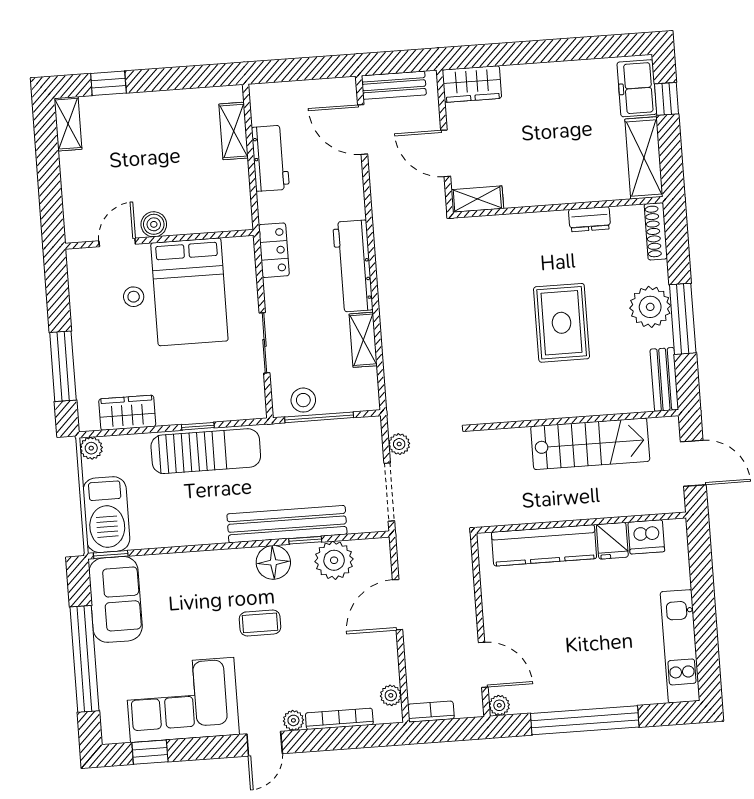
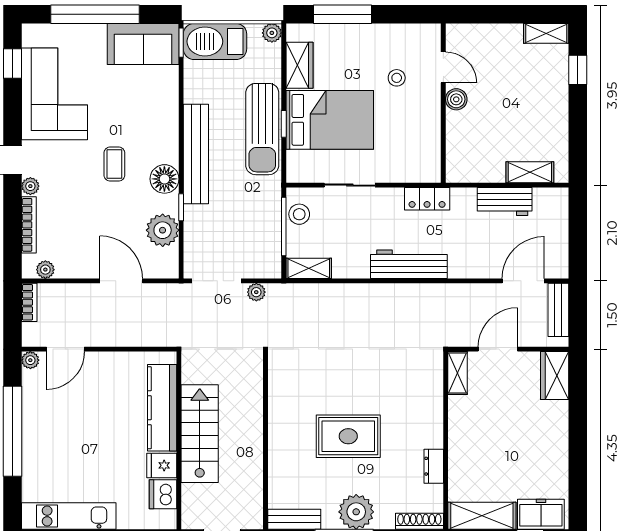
bed: (189, 292) -> (330, 120), moved, turned 180
shelving: (363, 340) -> (309, 268), moved
stairs: (590, 444) -> (200, 434), moved, turned 180
bench: (287, 524) -> (196, 154), moved

